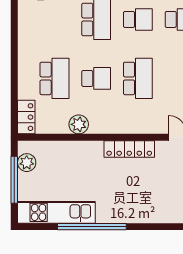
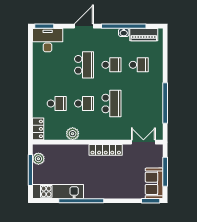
school desk: (54, 78) -> (57, 104), width x0.54

